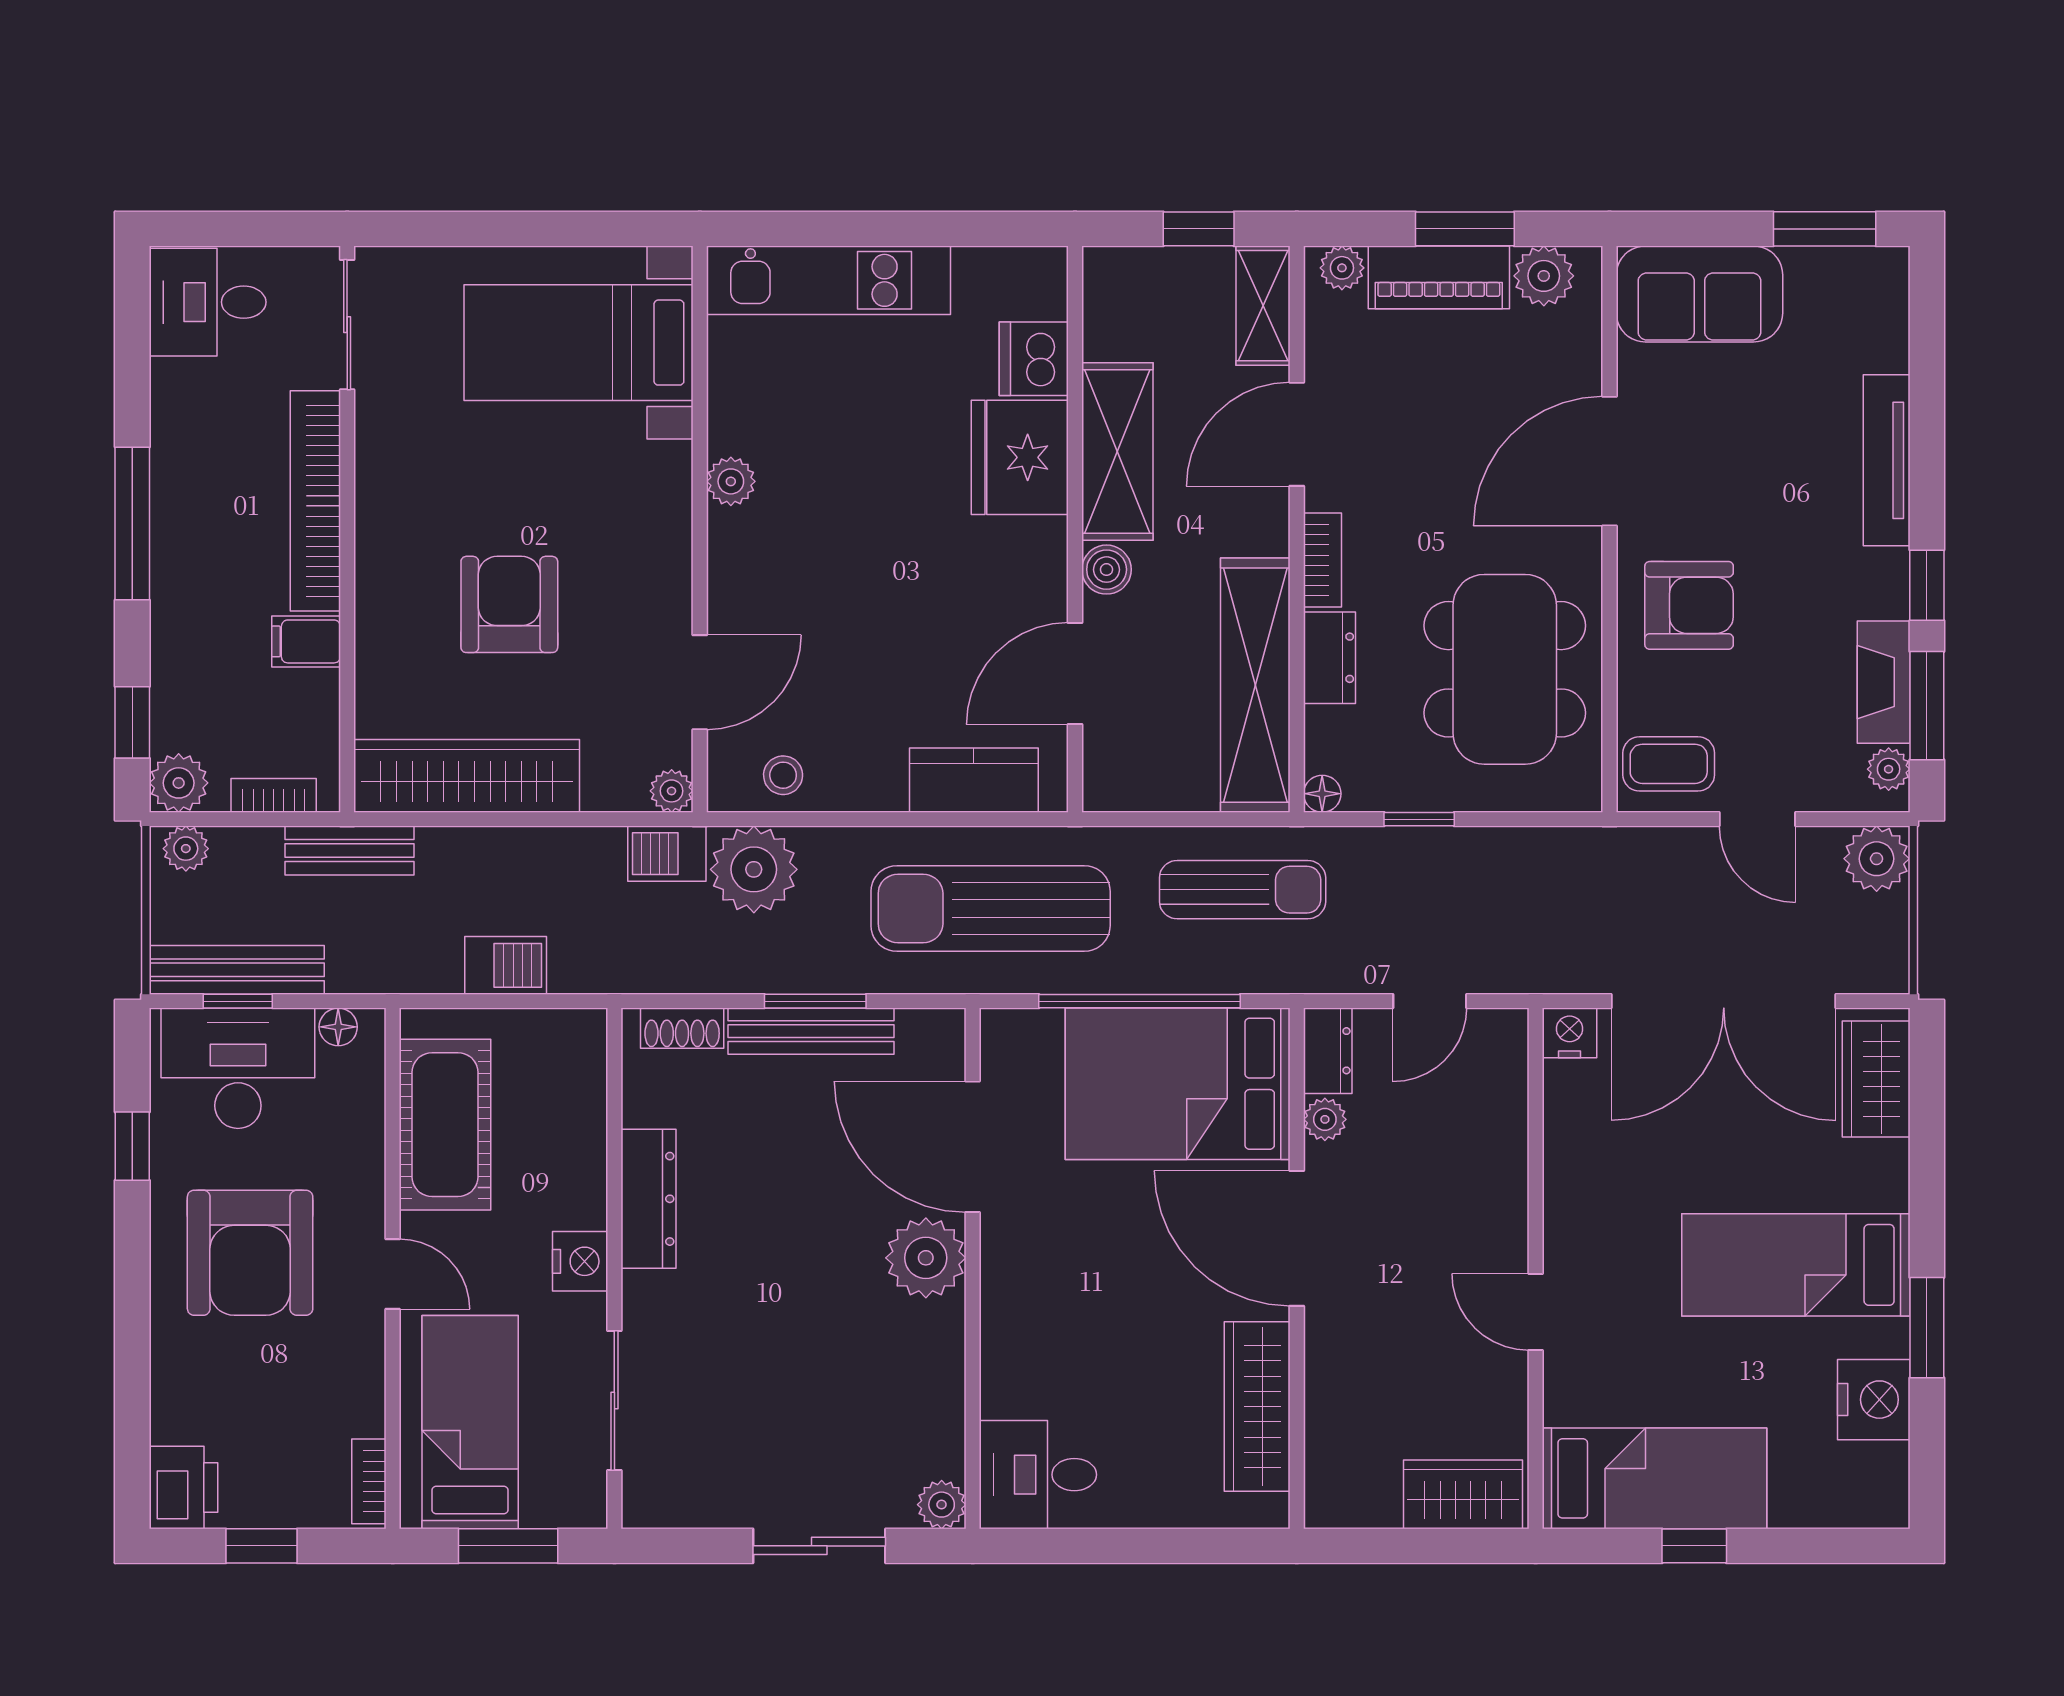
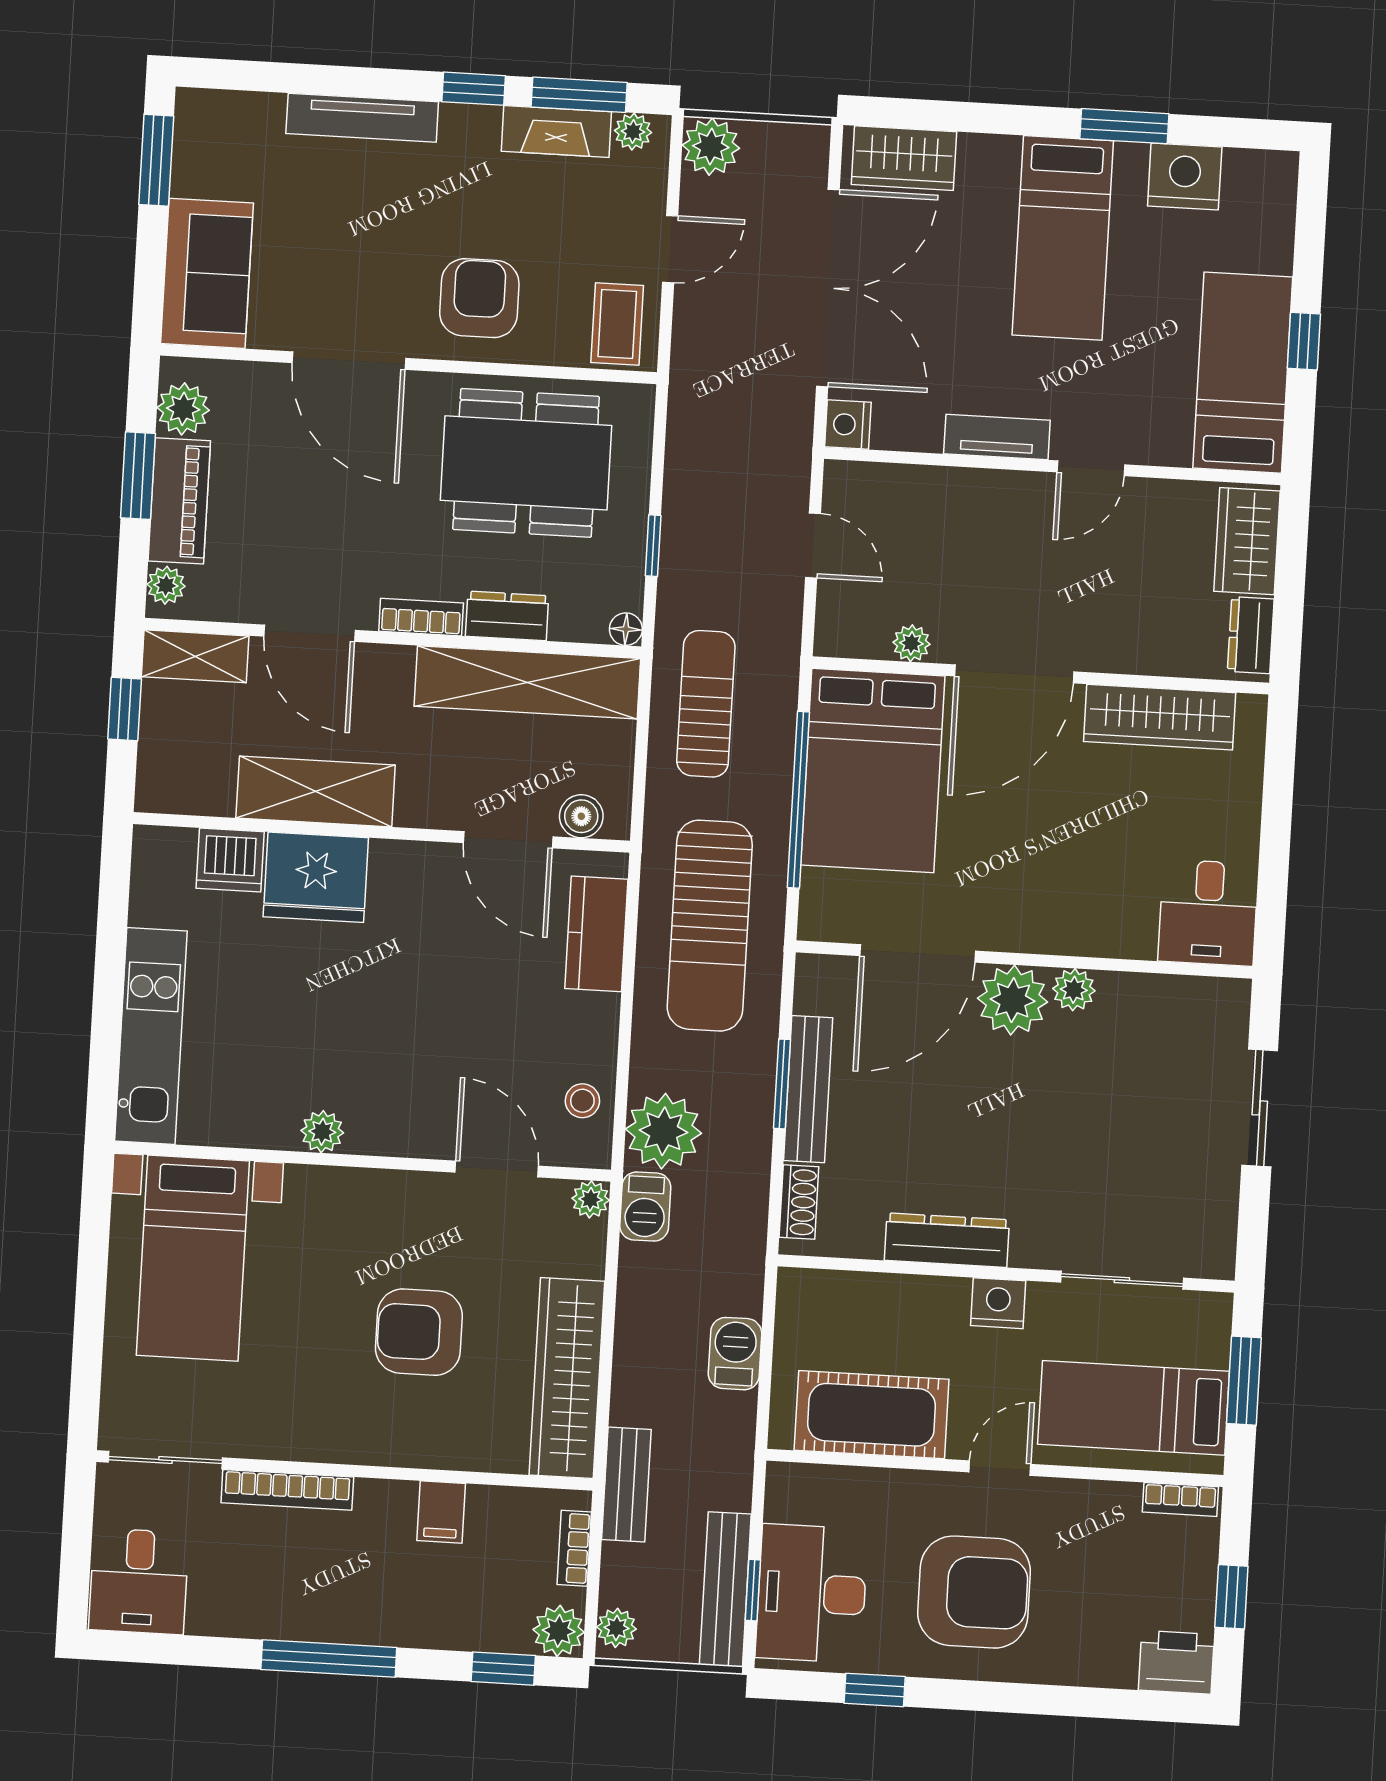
bookcase: (315, 501) -> (287, 1490), width x0.68, depth x0.76
boiler: (1107, 570) -> (581, 816), moved
floor lamp: (338, 1027) -> (780, 1503), removed
dresser: (1328, 1051) -> (1251, 635), moved, turned -90
tv unit: (1565, 1203) -> (997, 437), added
plant: (942, 1505) -> (1074, 990), moved

